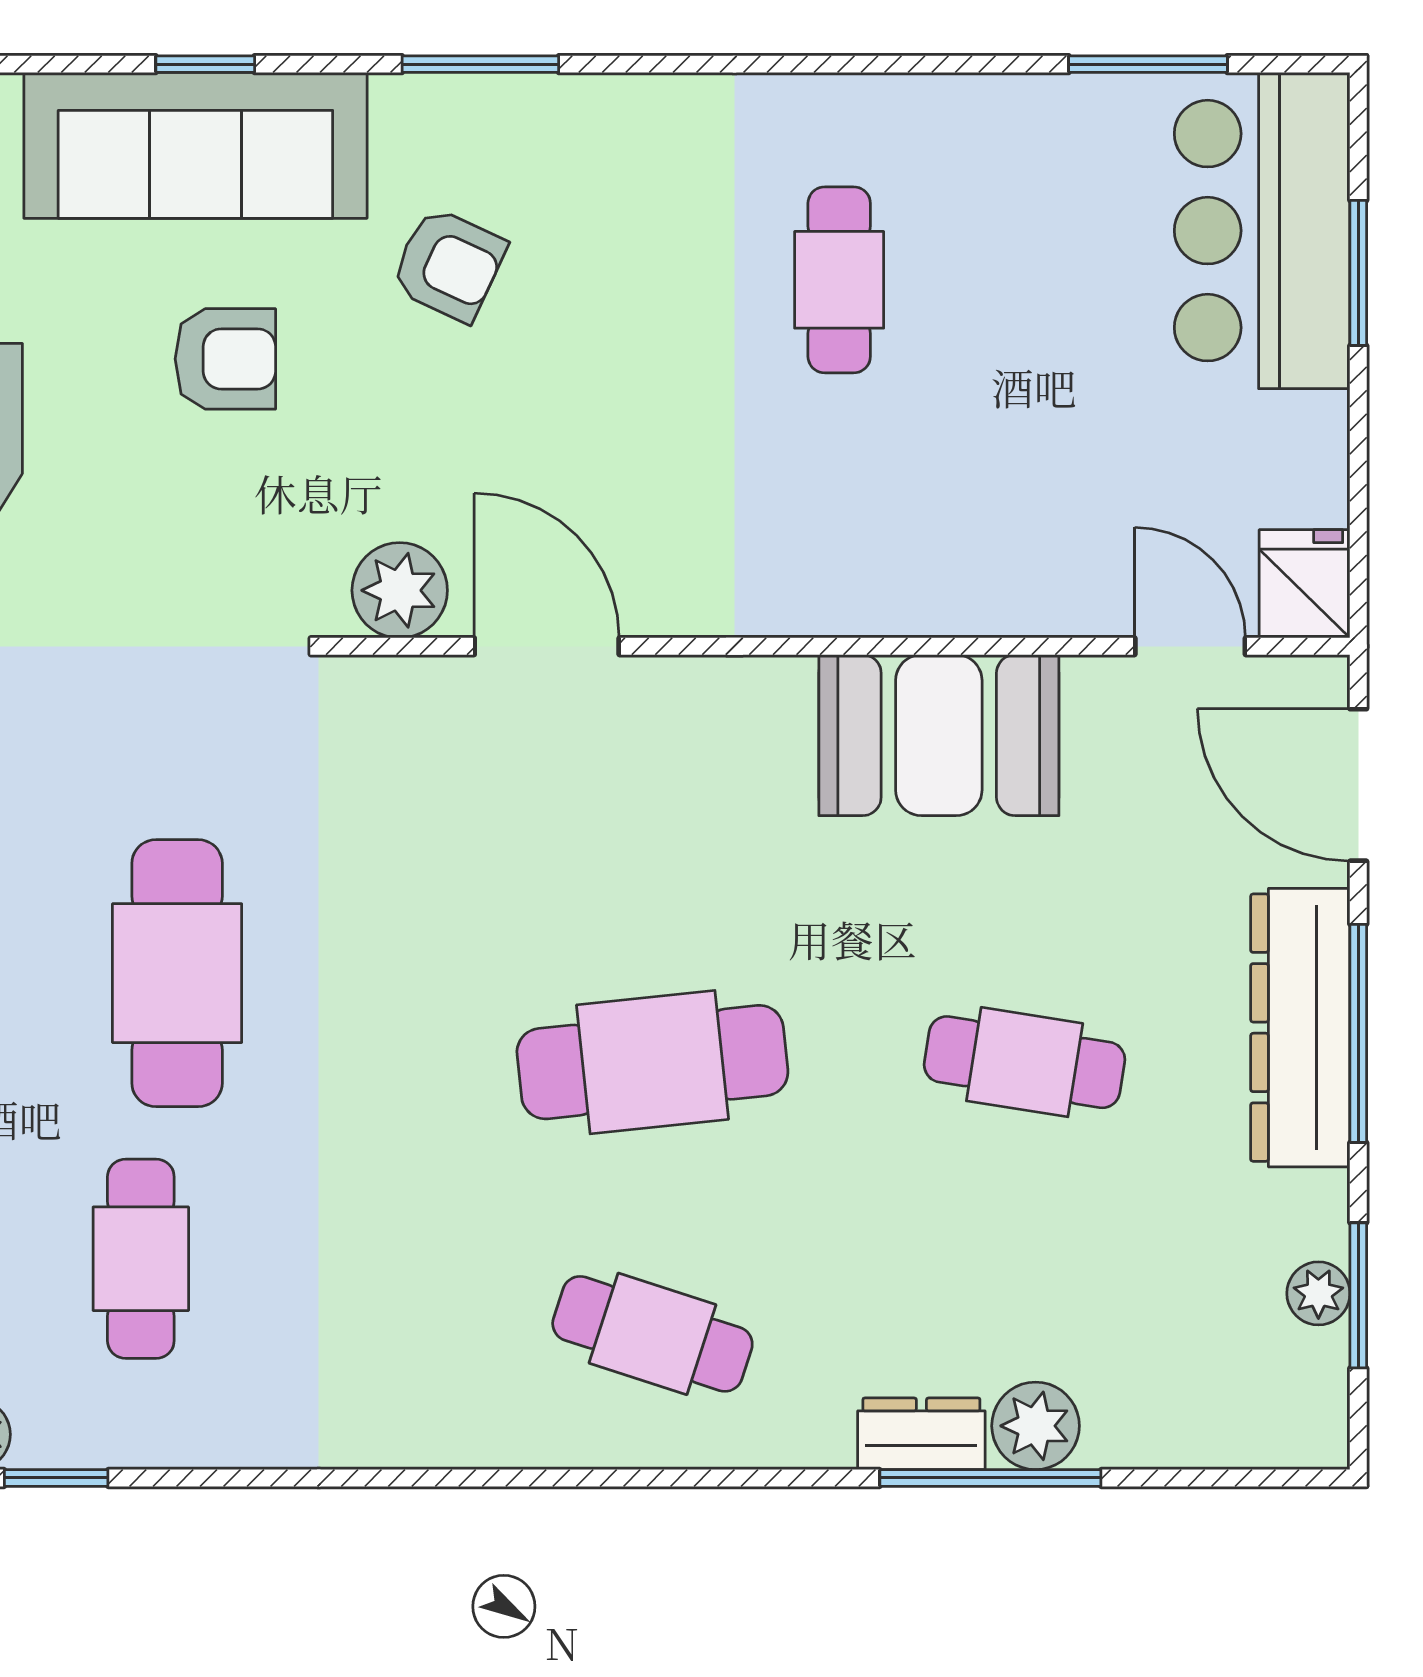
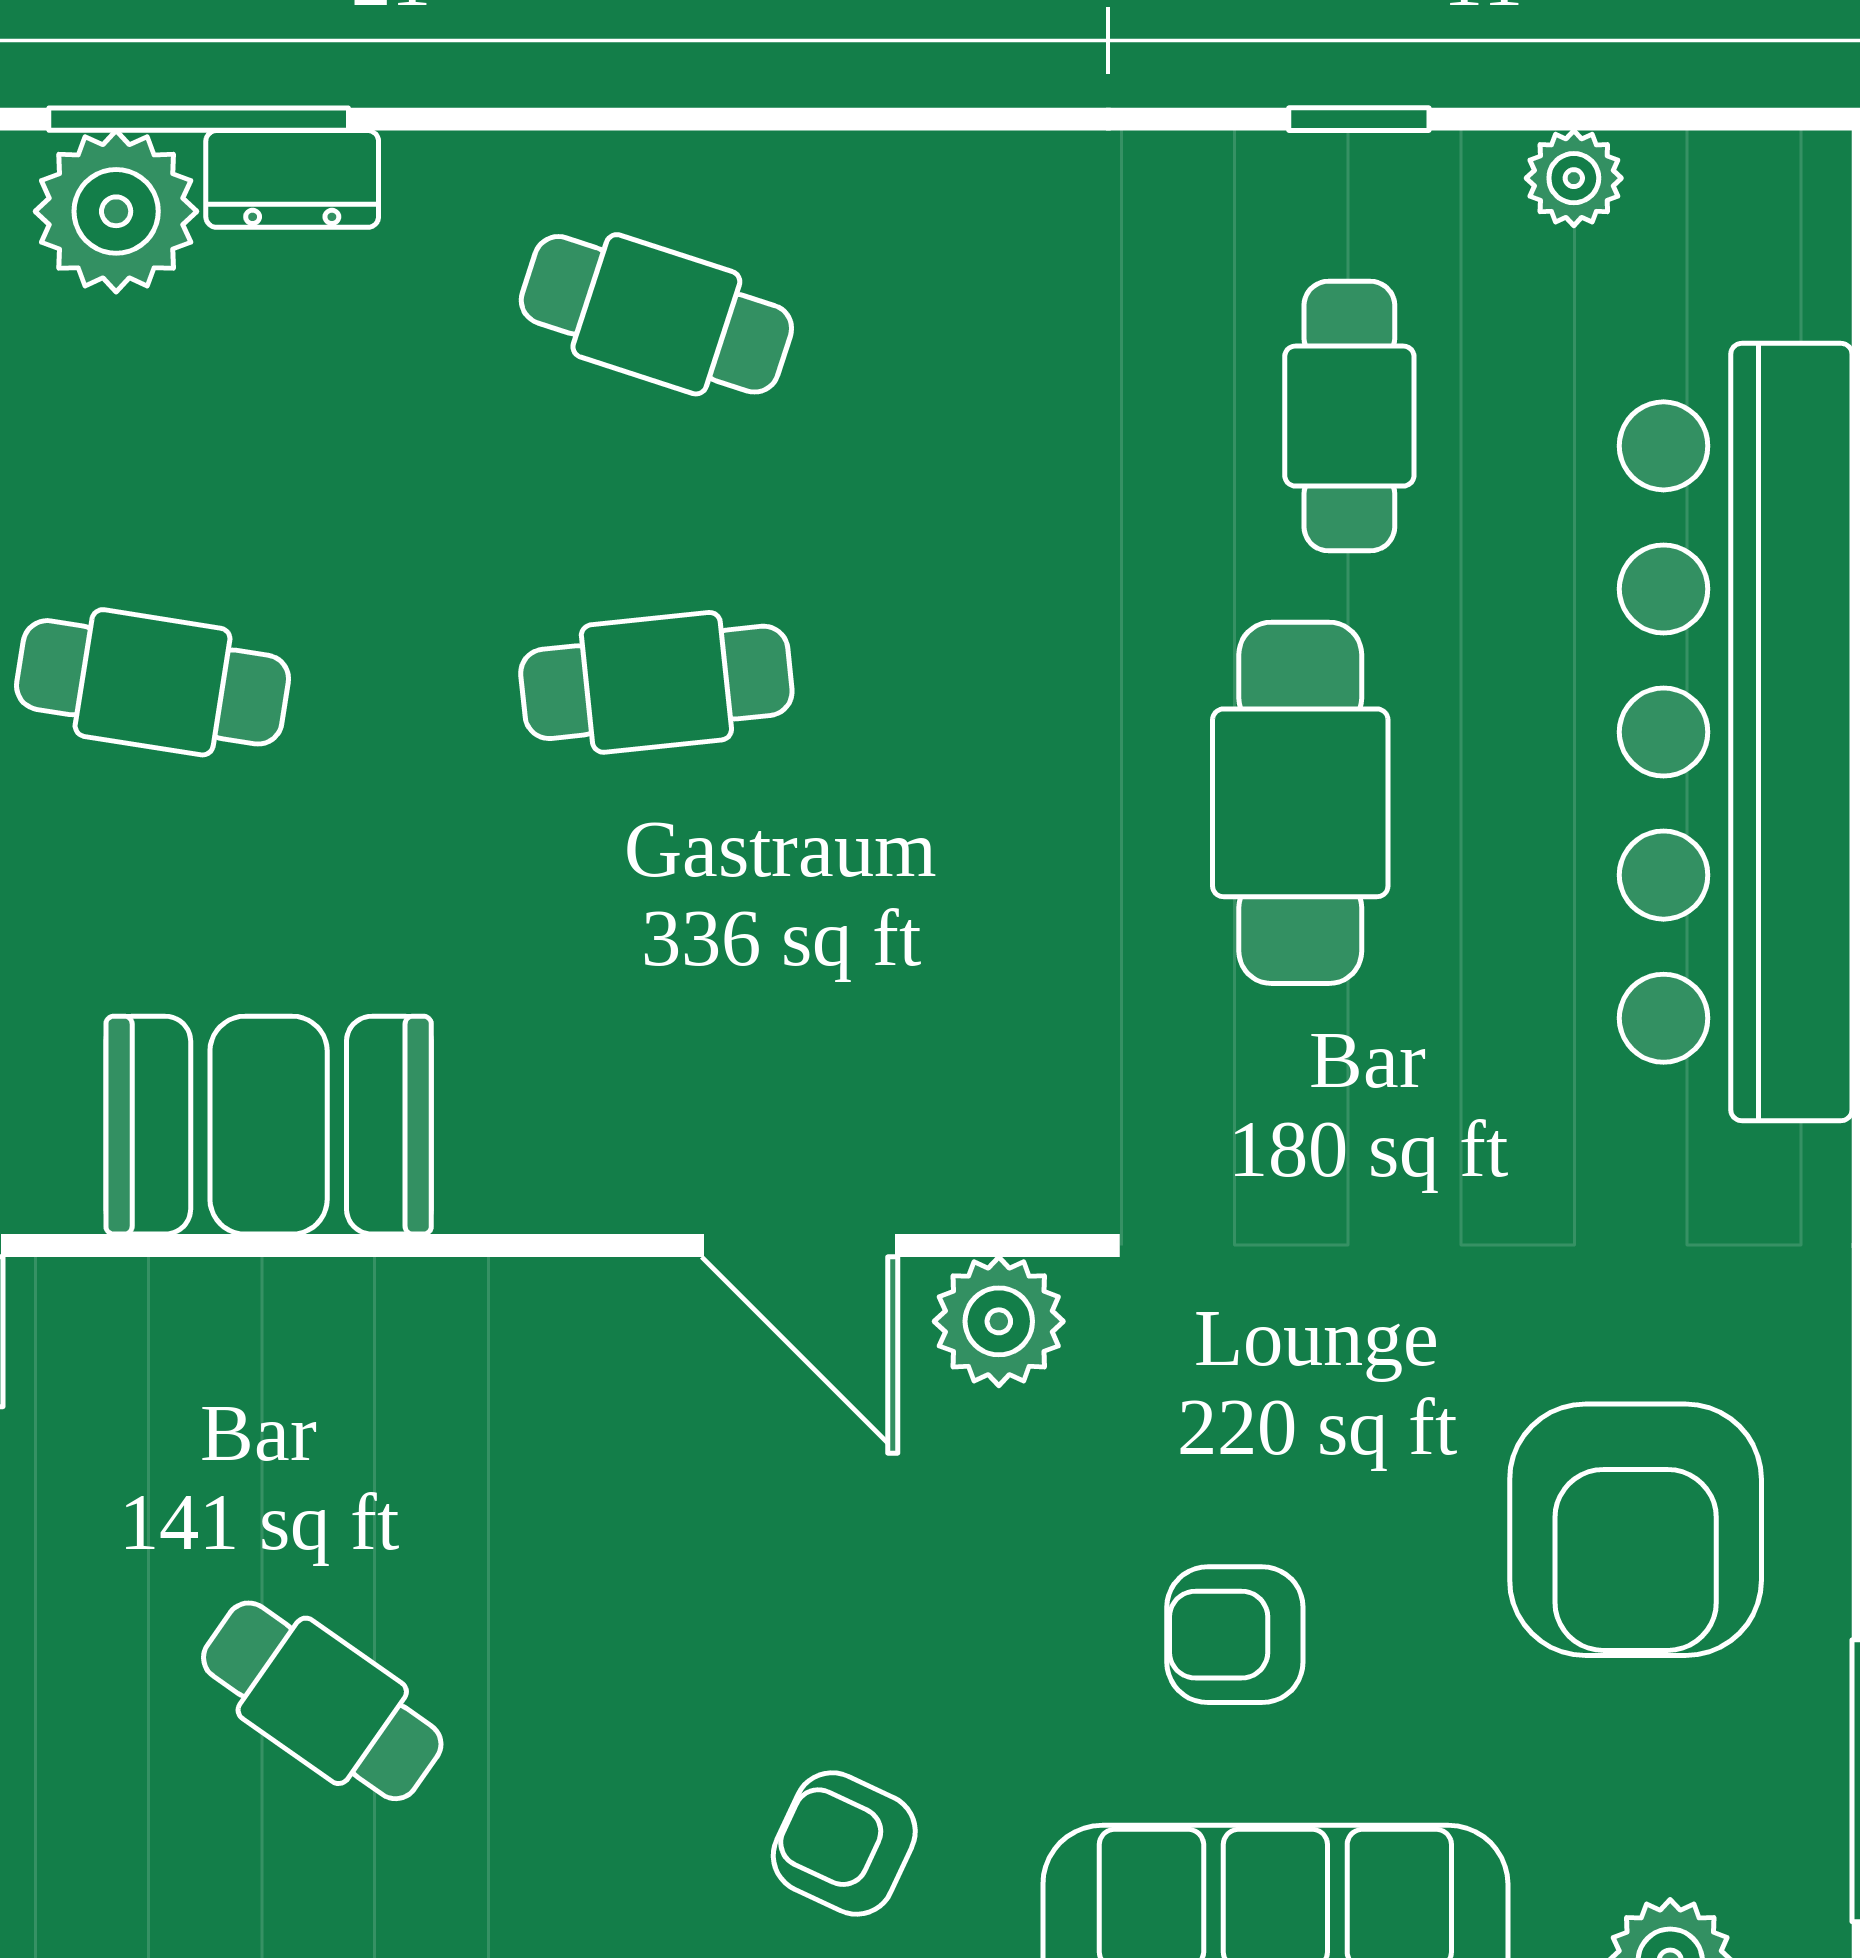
armchair: (448, 265) -> (844, 1843), moved
cafe table: (839, 280) -> (322, 1701), moved, turned -55
cafe table: (652, 1062) -> (656, 682), width x0.73, depth x0.74
plant: (1036, 1426) -> (116, 211), width x1.36, depth x1.36
window: (56, 1478) -> (1359, 119), moved

